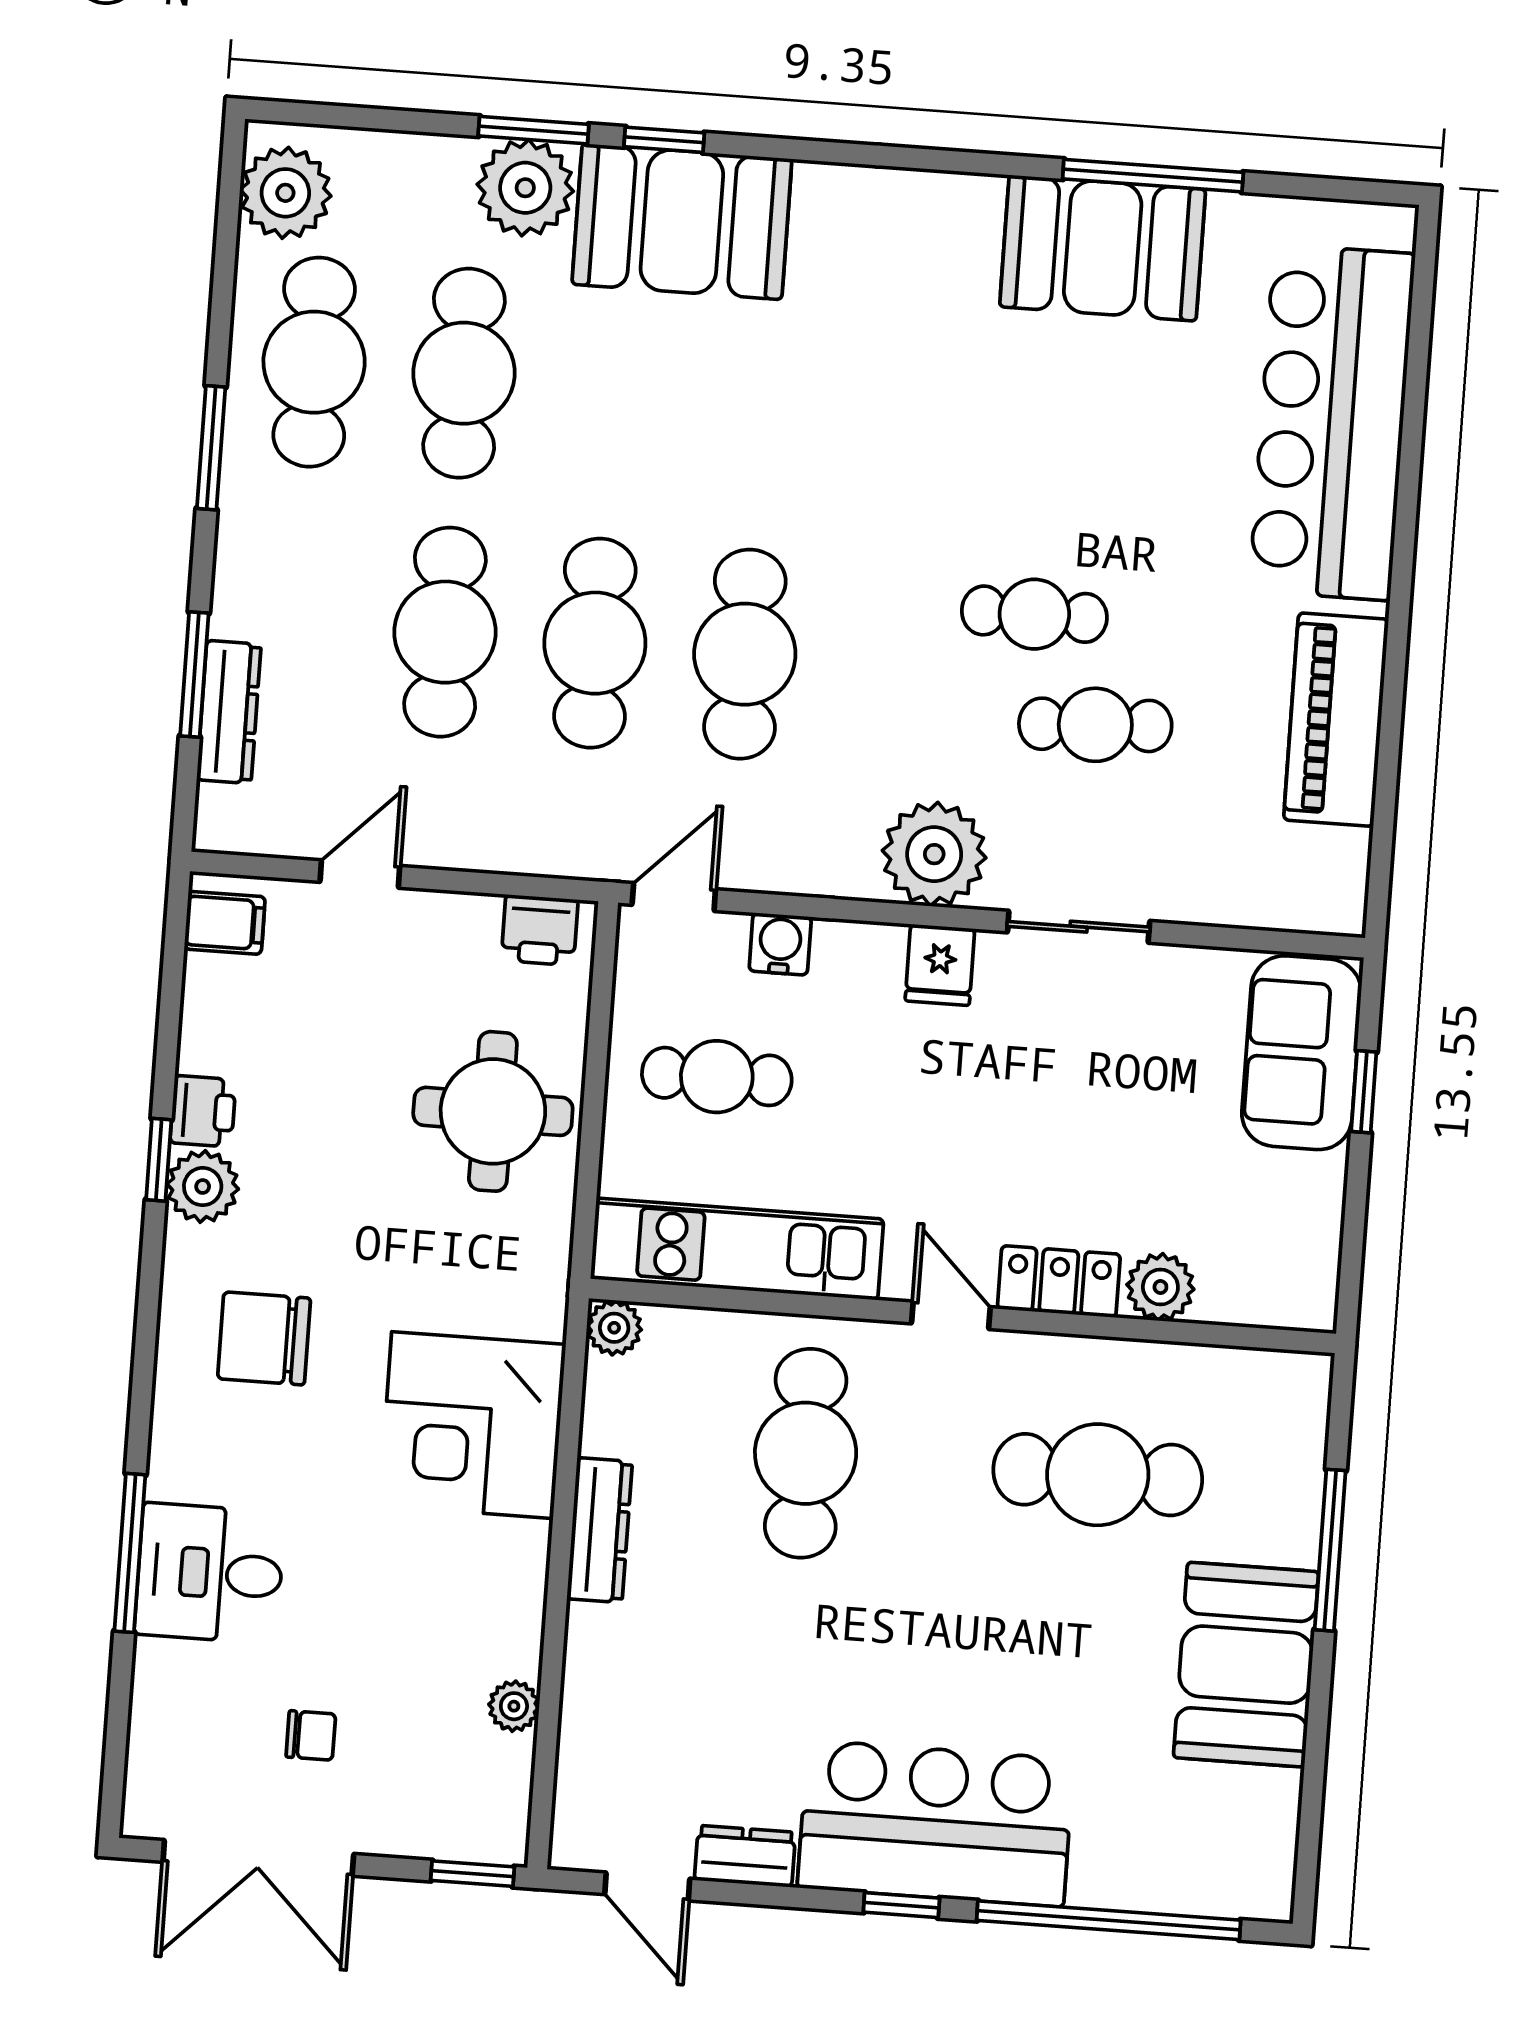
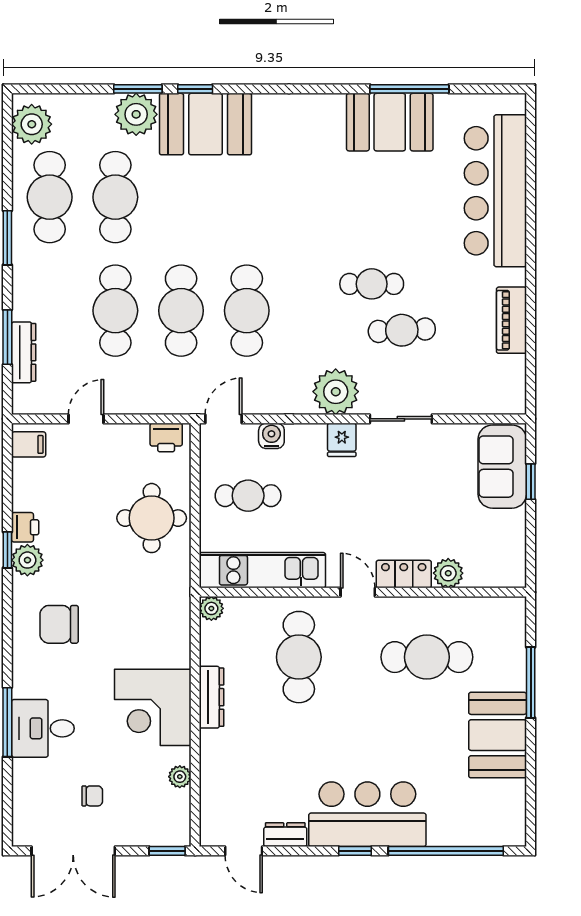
piano: (1336, 720) -> (511, 320), width x0.73, depth x0.75
corner desk: (472, 1425) -> (153, 707), moved

